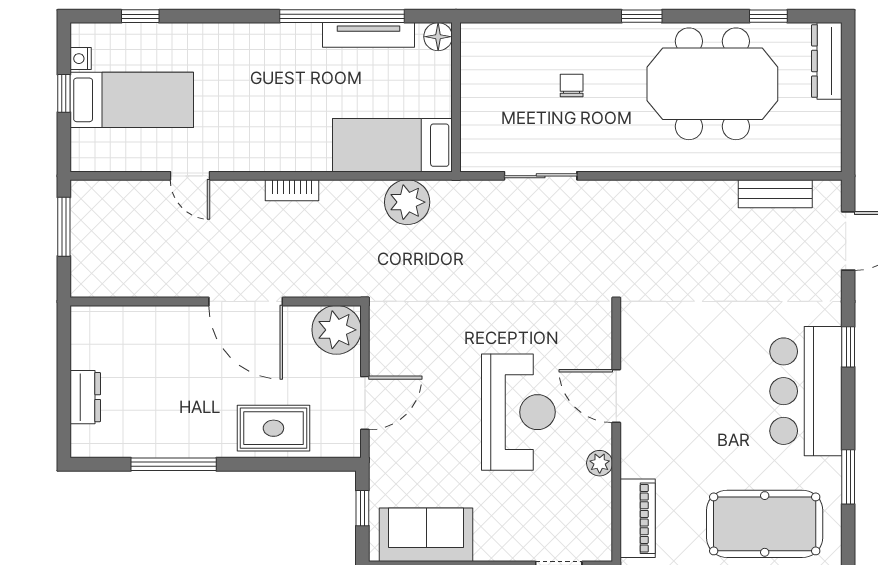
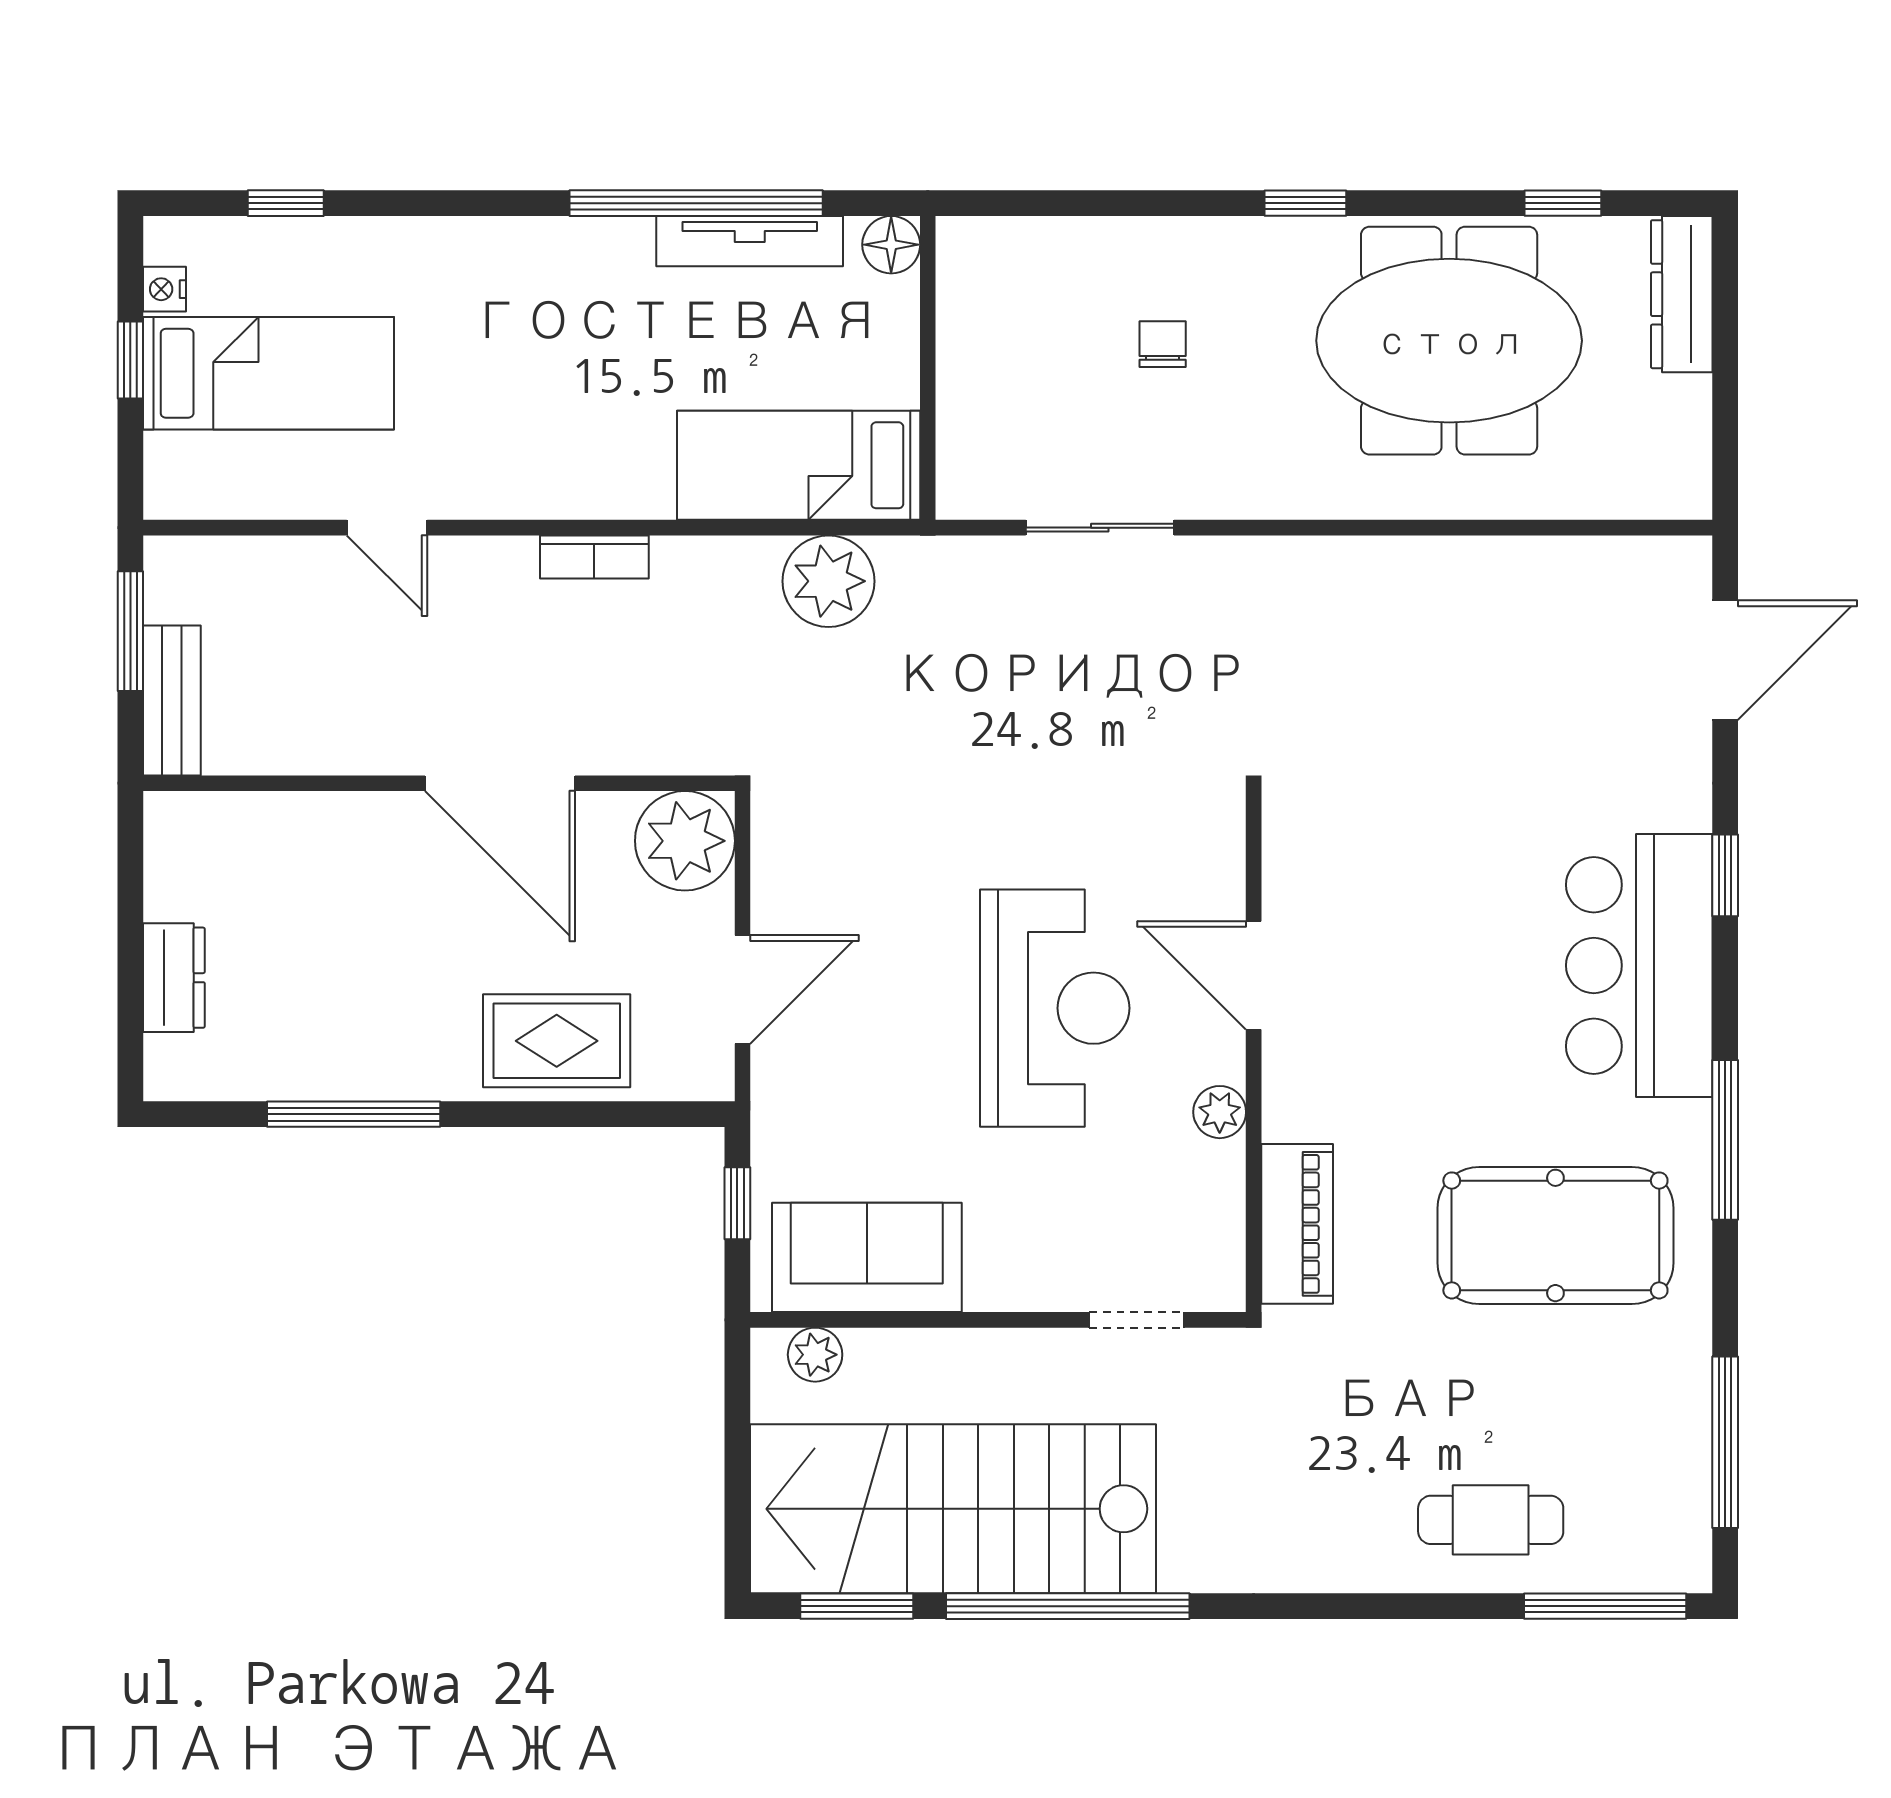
bench: (775, 194) -> (172, 700), moved, turned 90
window: (848, 477) -> (1725, 1140), width x1.44

